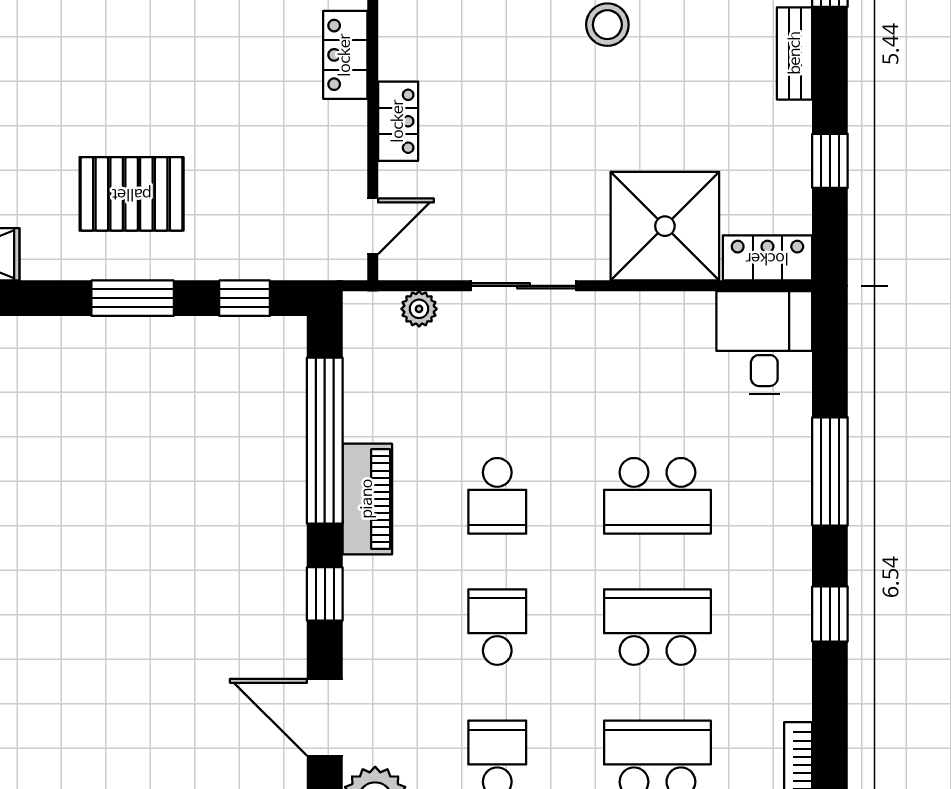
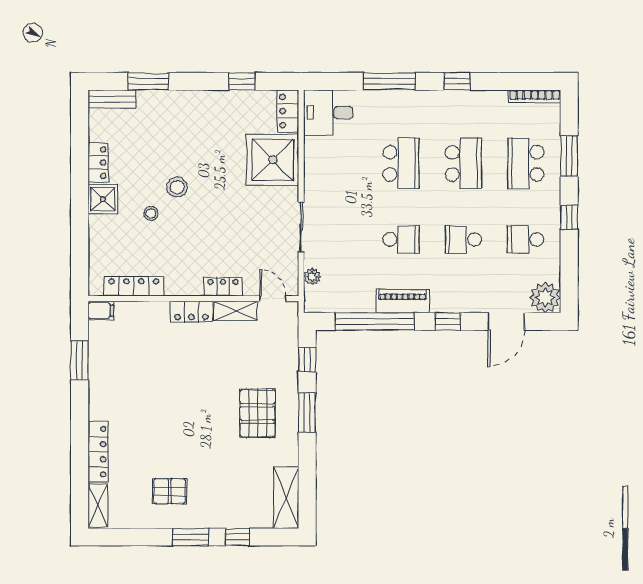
bench: (795, 53) -> (191, 98), removed
shelving: (347, 148) -> (236, 311), added
school desk: (657, 627) -> (463, 163), turned 180

